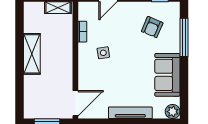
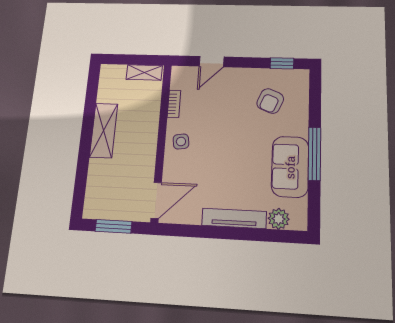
window: (184, 37) -> (314, 154), moved
side table: (103, 53) -> (181, 142), moved
plant: (173, 112) -> (279, 219), moved

